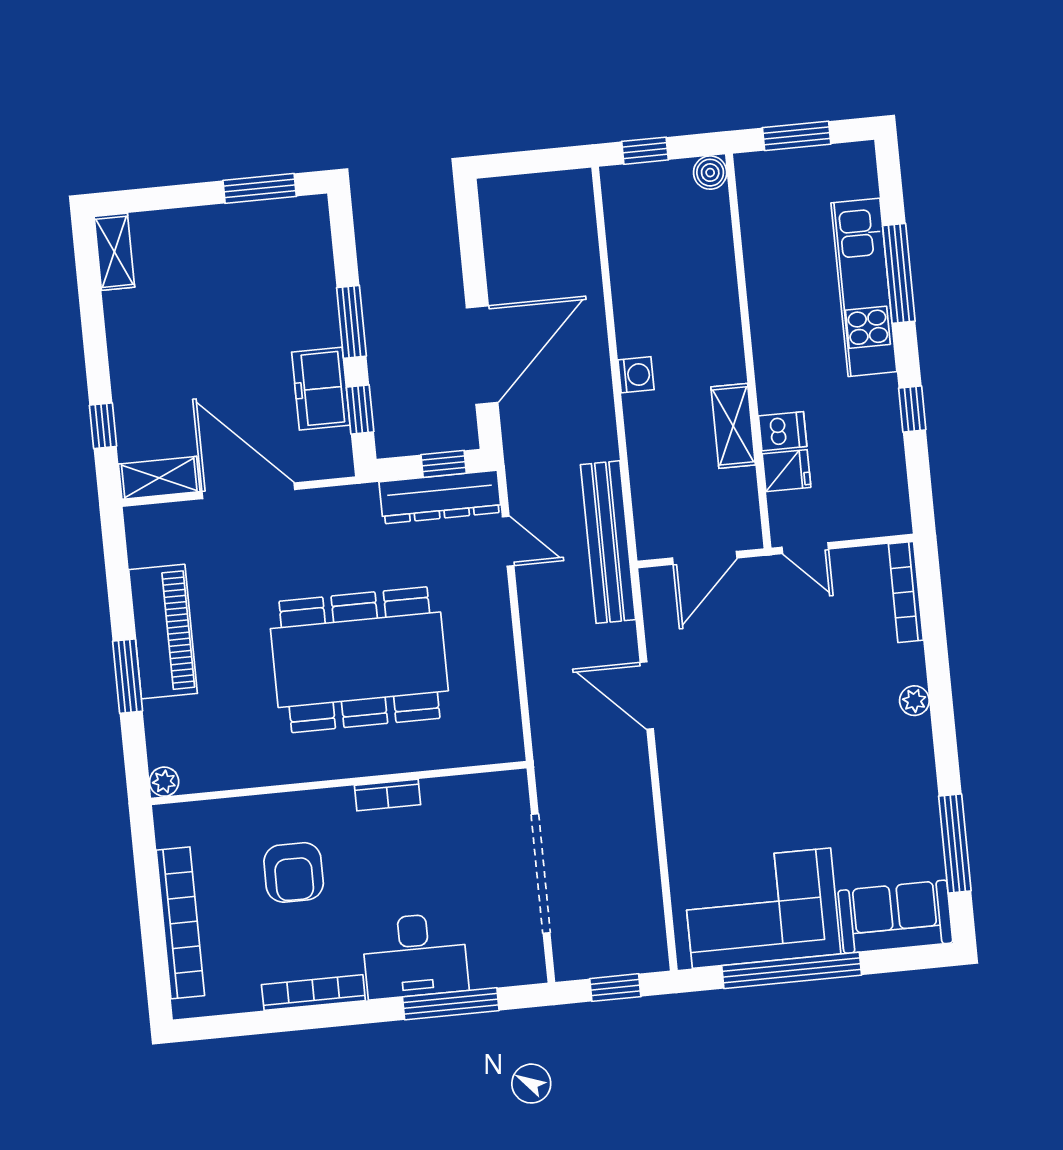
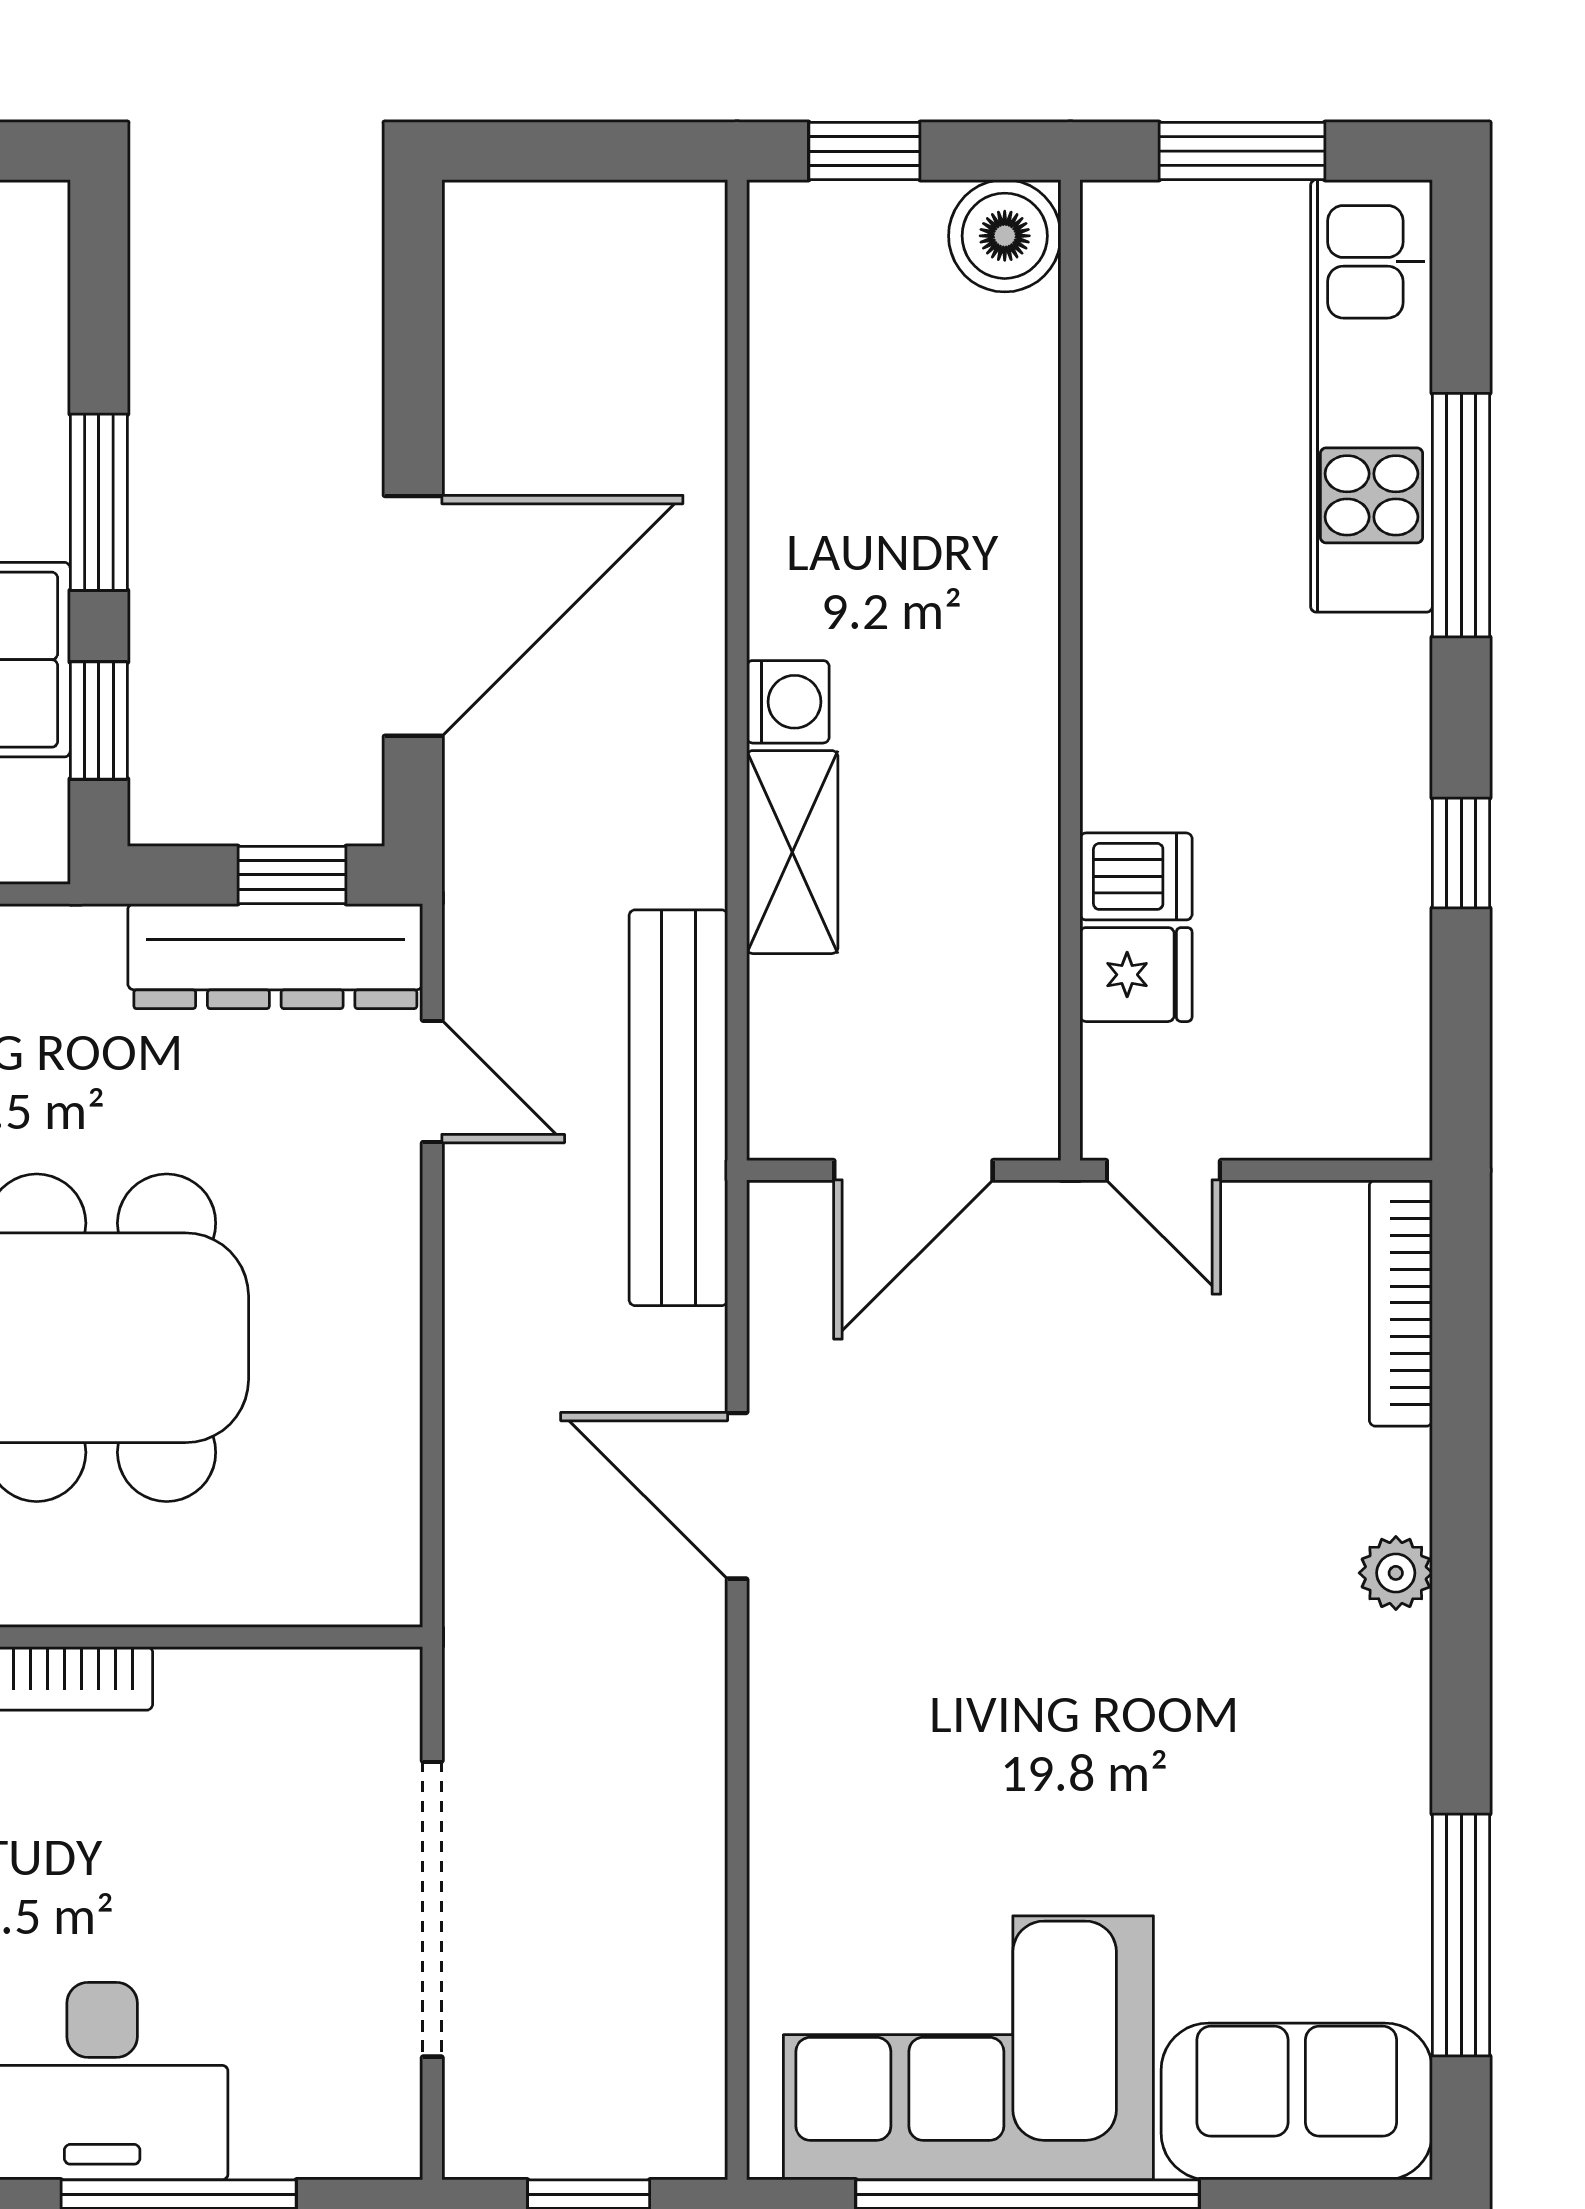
boiler: (710, 173) -> (1005, 236), width x1.36, depth x1.36
kitchen unit: (864, 287) -> (1371, 396), moved
shelving: (733, 426) -> (792, 852), moved

